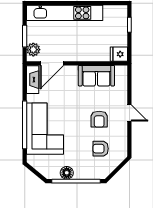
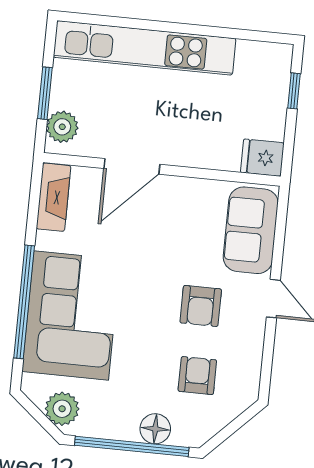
door: (52, 63) -> (132, 166), moved
sofa: (96, 76) -> (251, 230), moved, turned 90
armchair: (101, 149) -> (197, 376), turned 90
plant: (45, 168) -> (62, 409), added
floor lamp: (67, 173) -> (155, 429), moved

